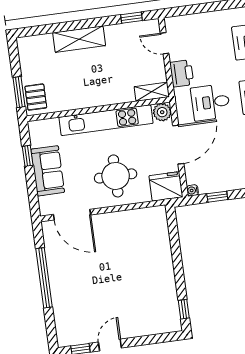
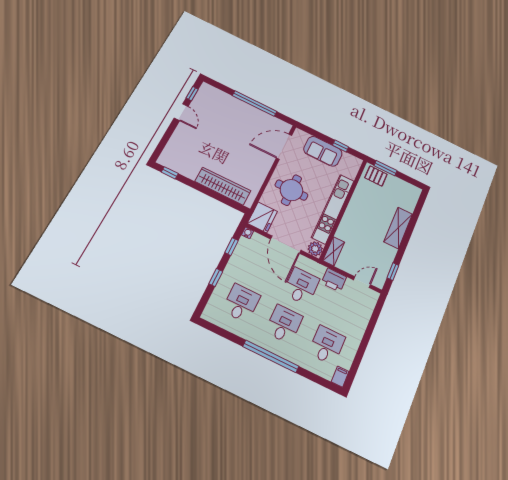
wardrobe: (161, 248) -> (223, 186), added

